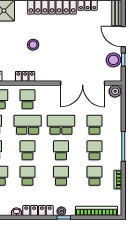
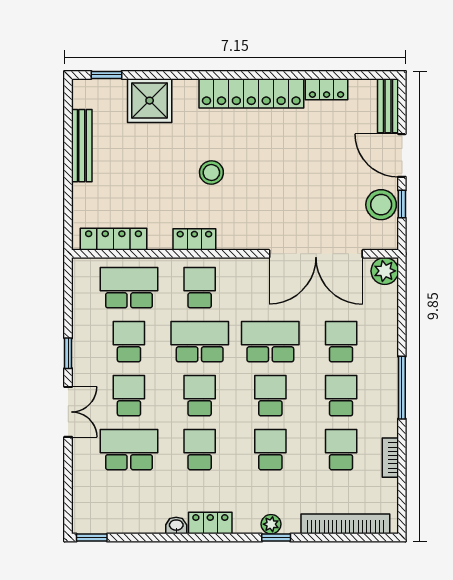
locker: (38, 211) -> (210, 523), width x0.66

